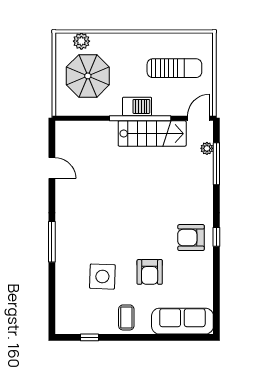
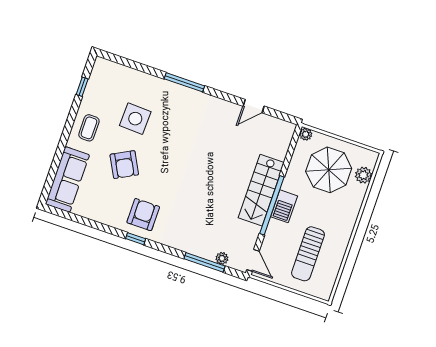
plant: (61, 109) -> (306, 134), added
stairs: (152, 134) -> (261, 190), moved
armchair: (150, 272) -> (124, 165), turned -118
coffee table: (126, 317) -> (89, 128), turned 90

